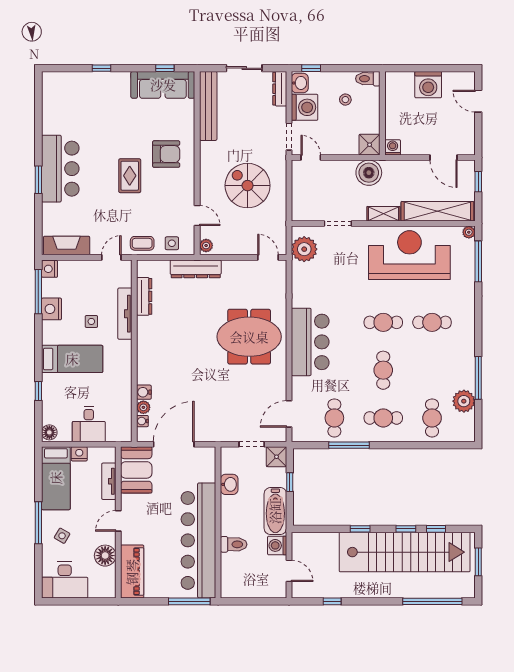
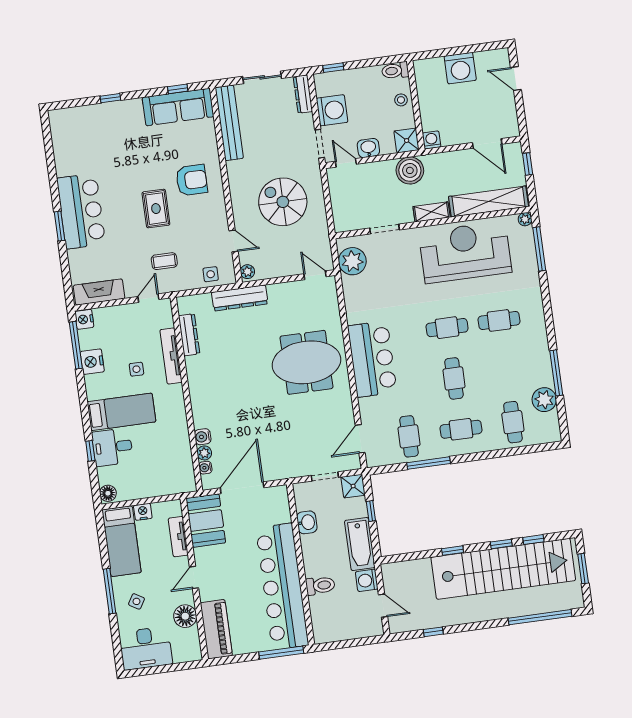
washbasin: (300, 83) -> (368, 148), moved, turned -90
stool: (345, 100) -> (401, 100), moved
coffee table: (142, 243) -> (164, 261), moved
desk: (89, 424) -> (112, 447), moved, turned 90

